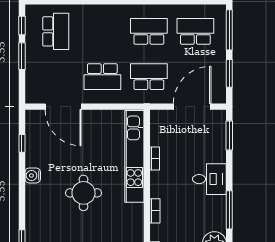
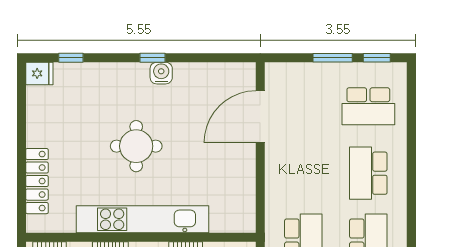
school desk: (102, 77) -> (368, 173), moved
window: (22, 143) -> (152, 58), moved
kitchen unit: (134, 156) -> (143, 219), moved

